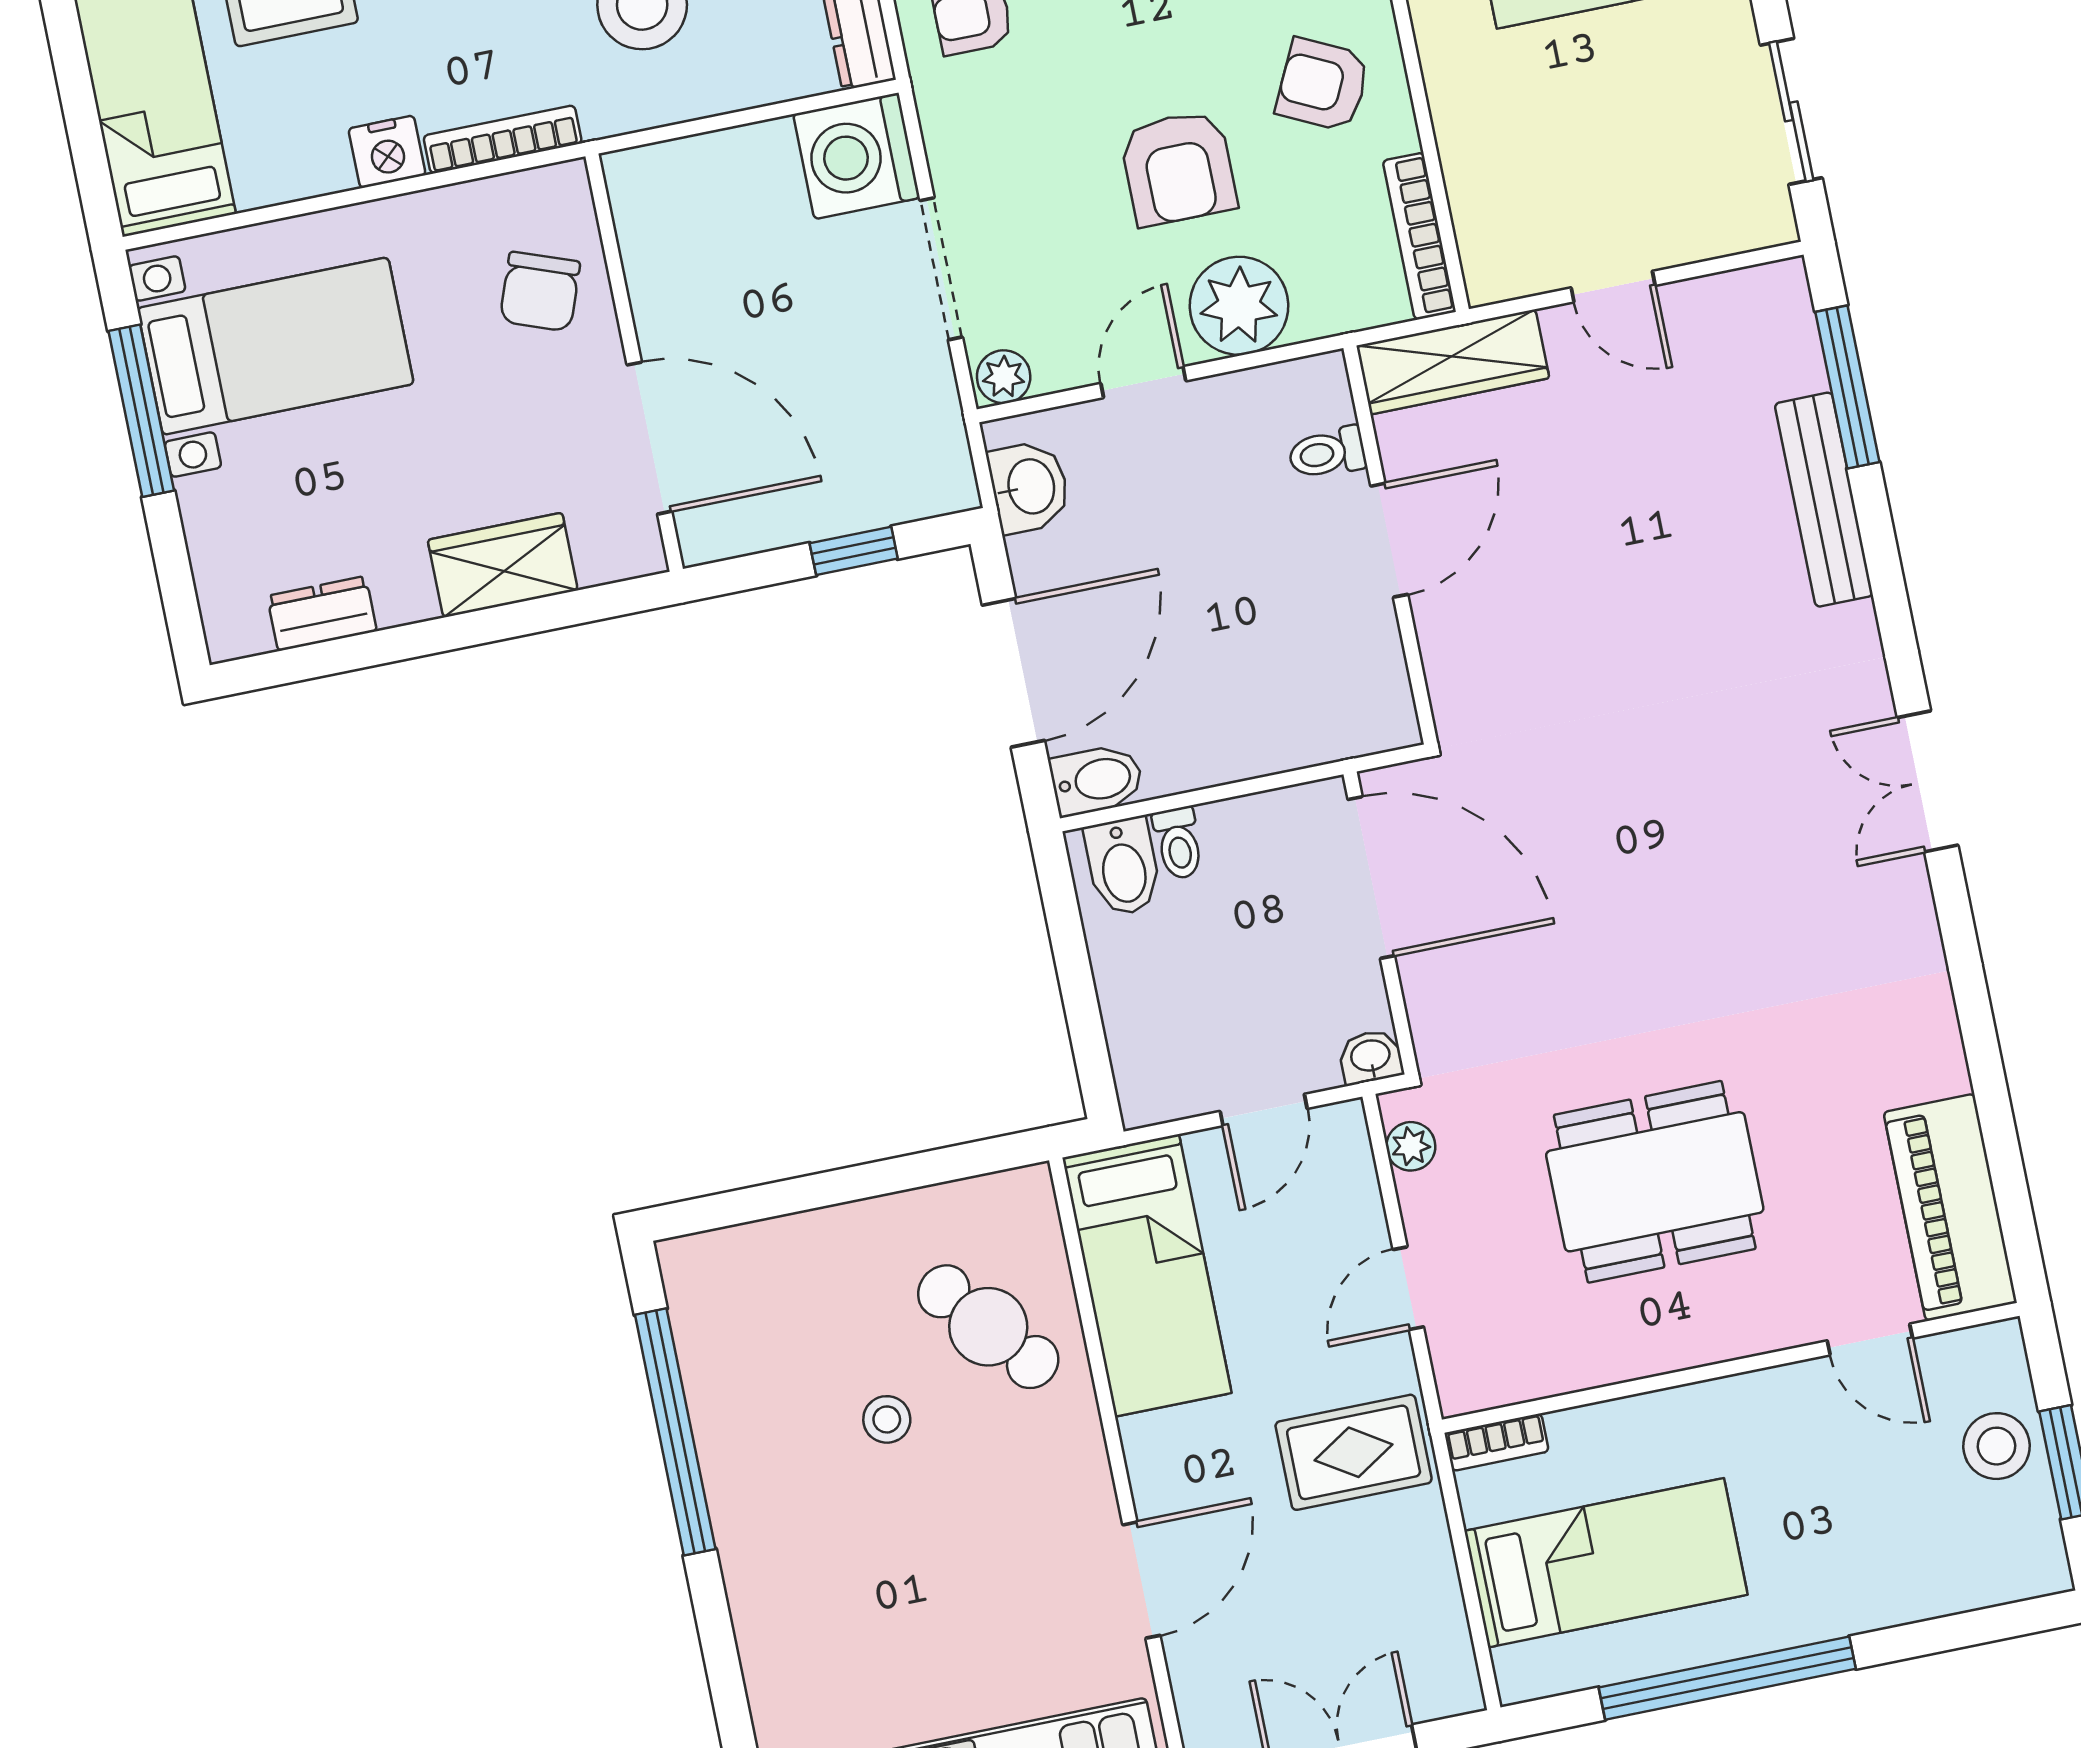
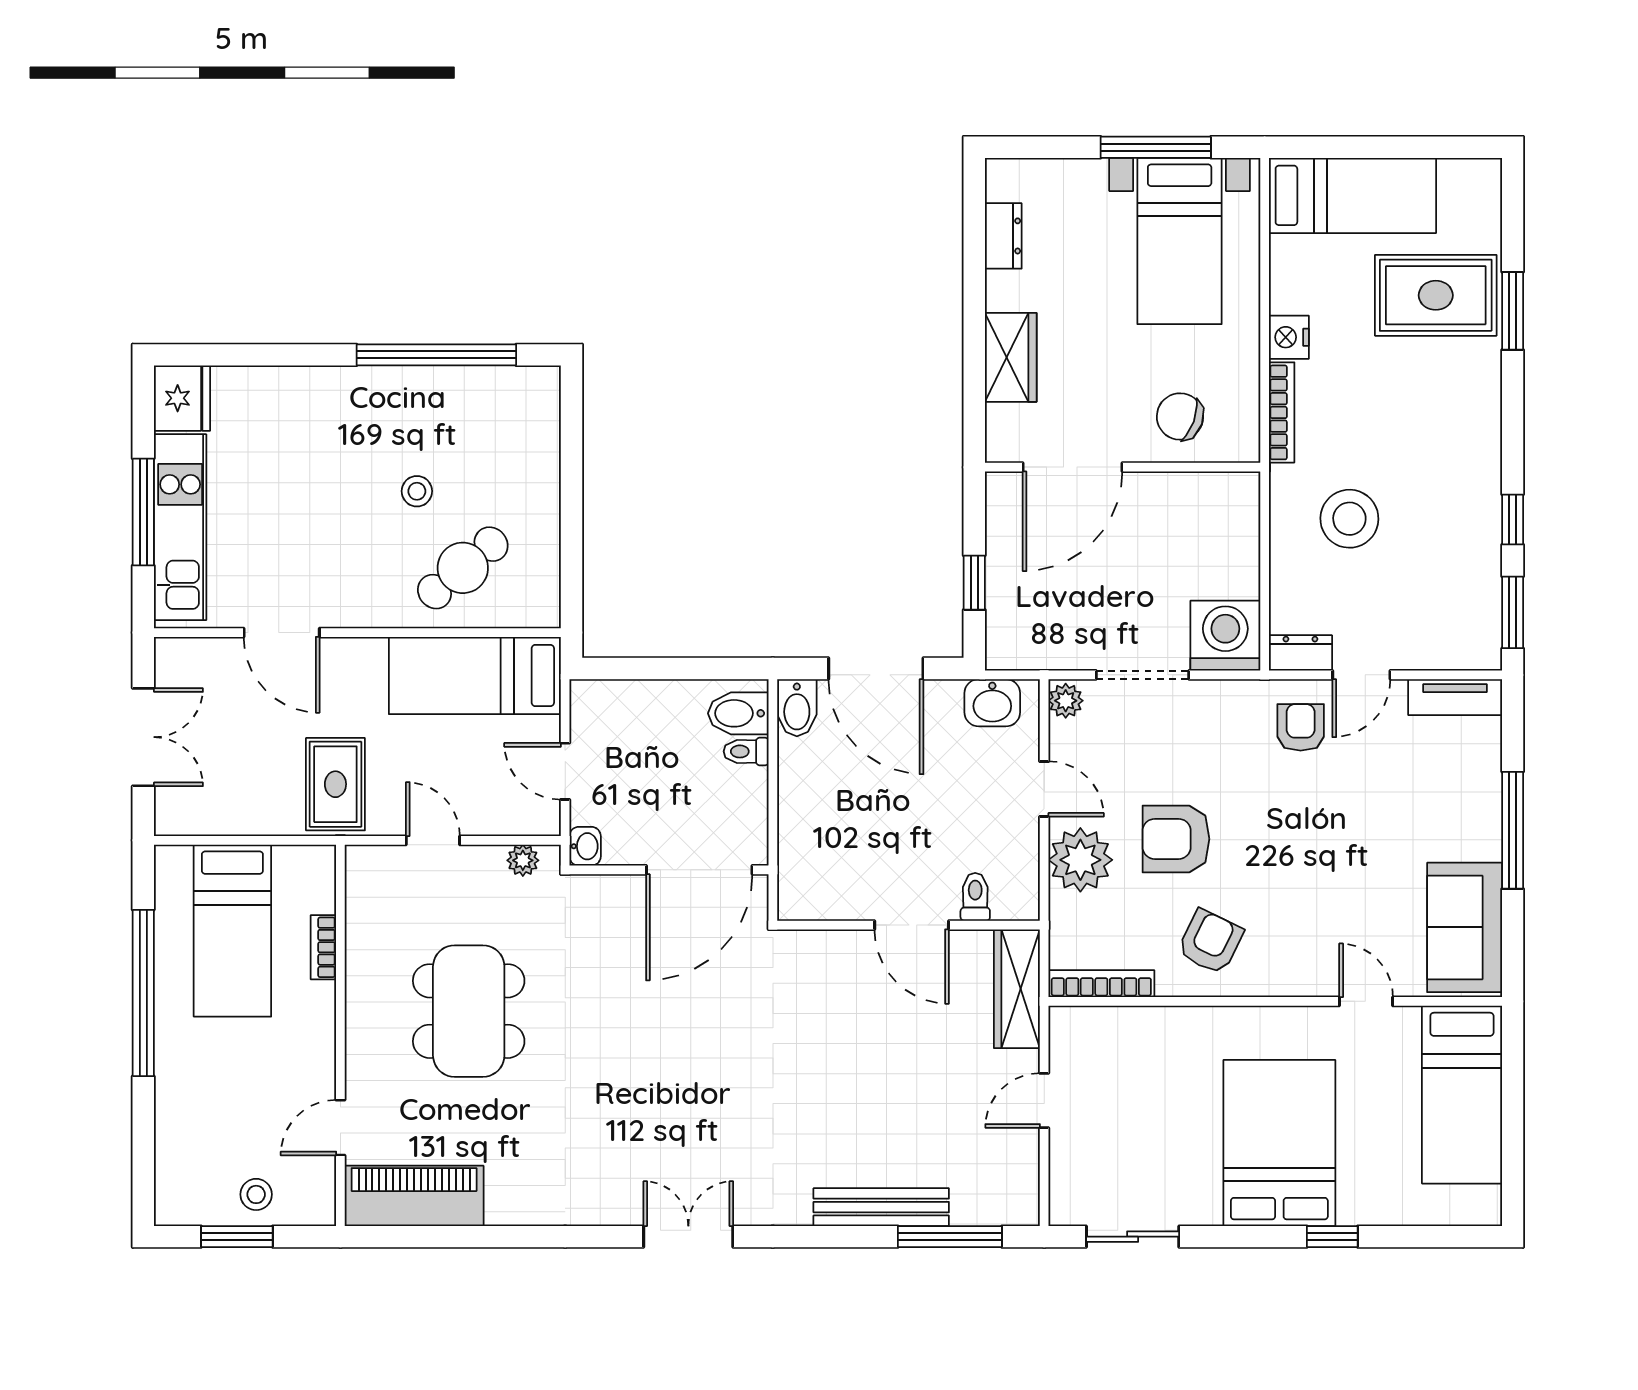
bookcase: (1497, 1442) -> (323, 947), moved
stool: (1997, 1446) -> (256, 1194), width x0.73, depth x0.73

